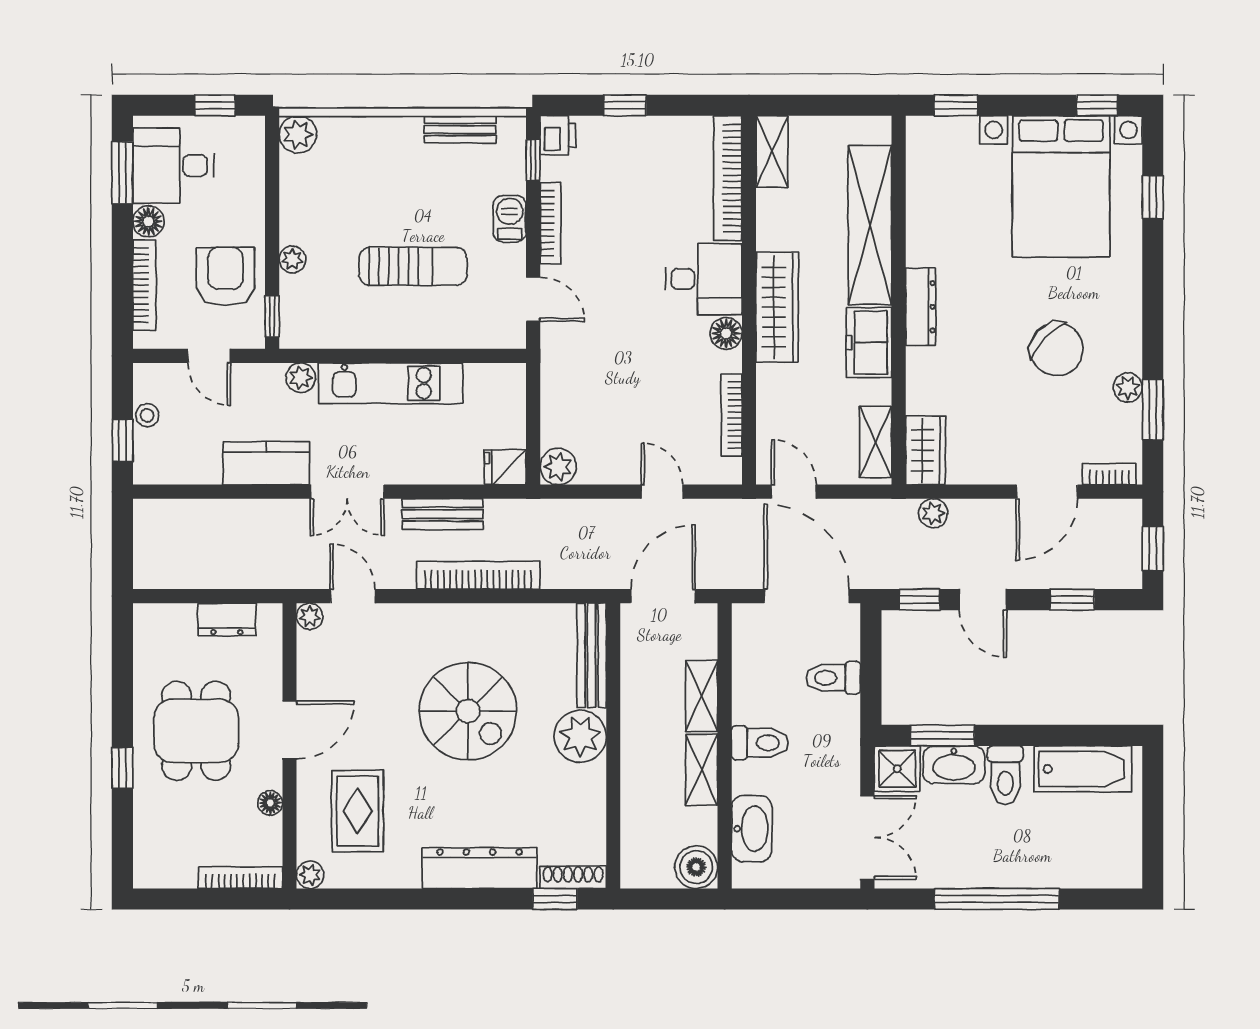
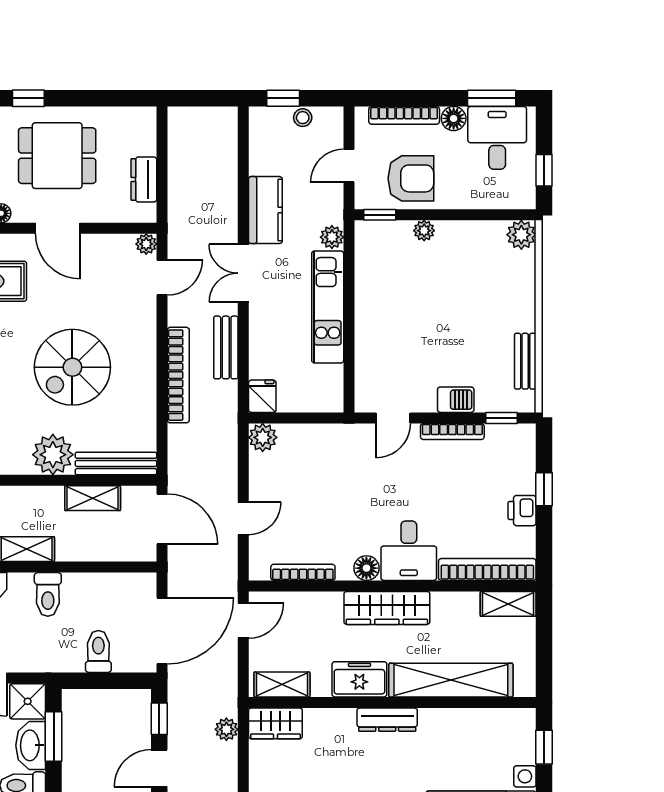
printer: (558, 135) -> (522, 511), moved, turned 90
sun lounger: (413, 266) -> (419, 324), removed
shelving: (702, 696) -> (93, 498), moved

